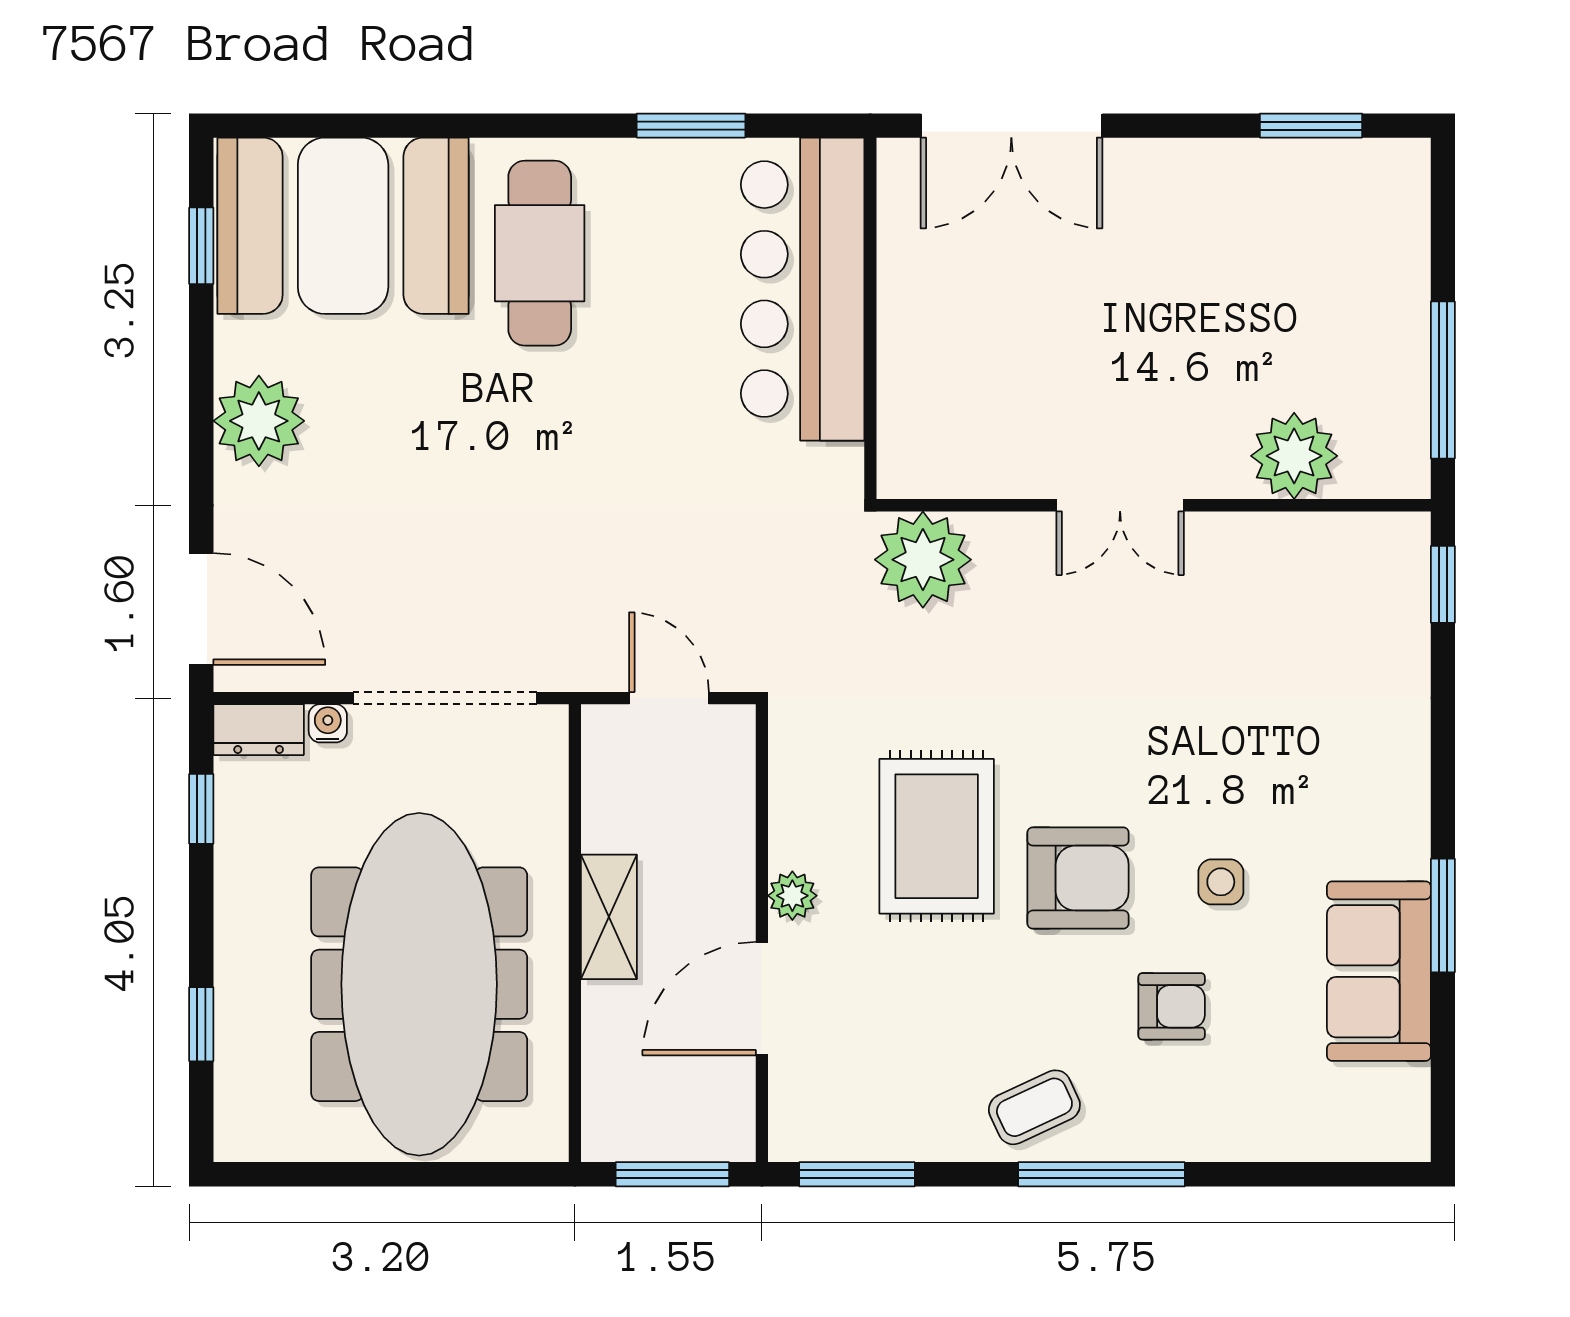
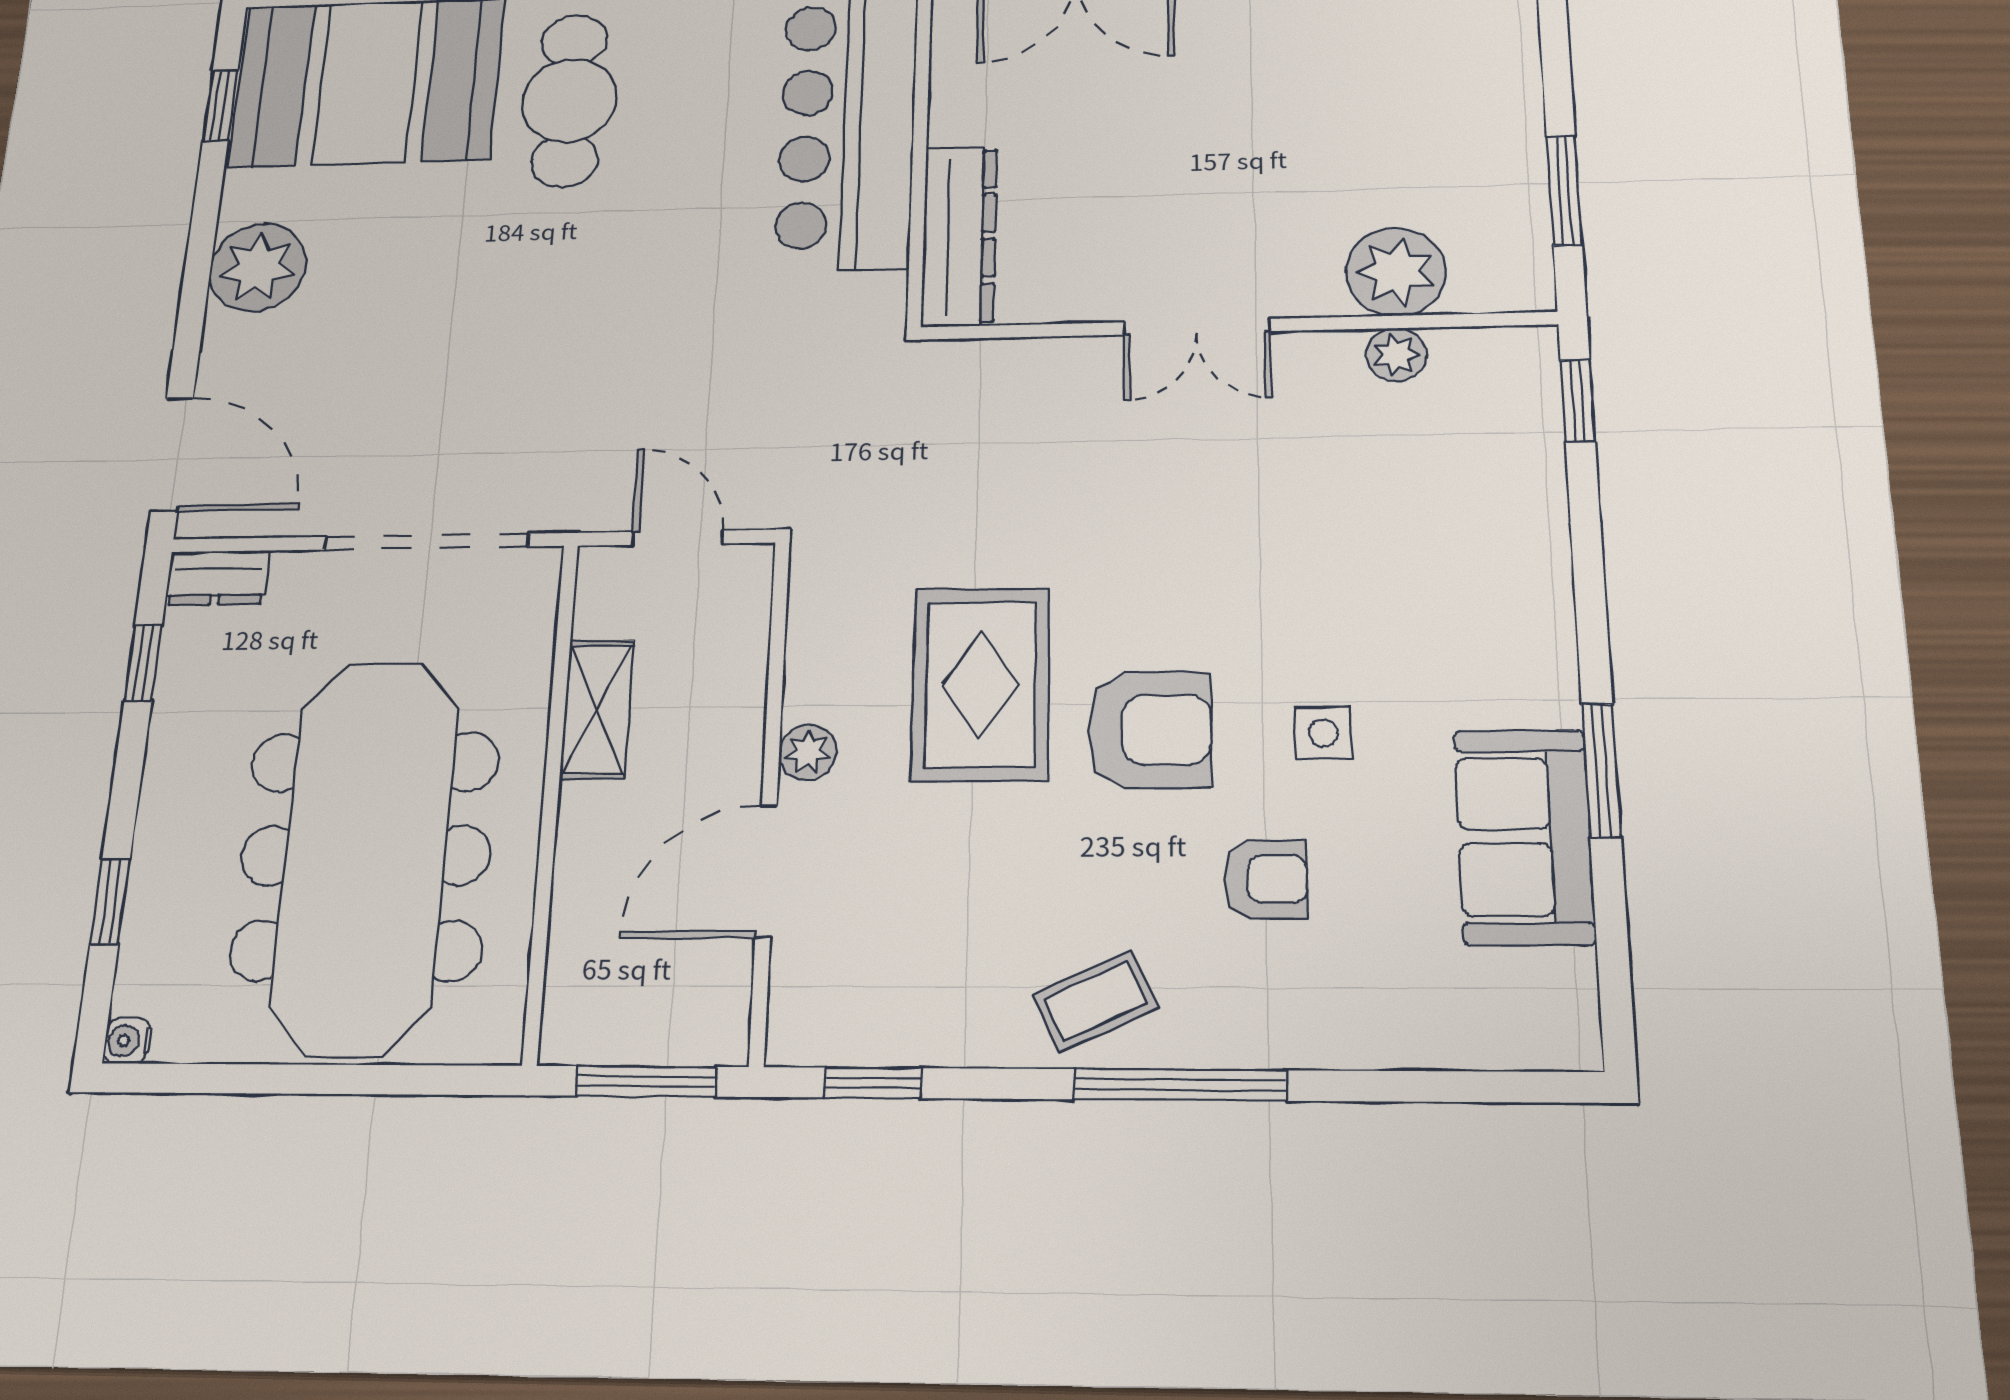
window: (1443, 380) -> (1564, 191), width x0.69
dresser: (909, 409) -> (959, 236), added
plant: (923, 560) -> (1396, 355), moved, width x0.53, depth x0.53
water cooler: (328, 723) -> (127, 1041), moved, turned -90
shelving: (609, 917) -> (597, 709), moved
window: (857, 1174) -> (873, 1083), width x0.67

